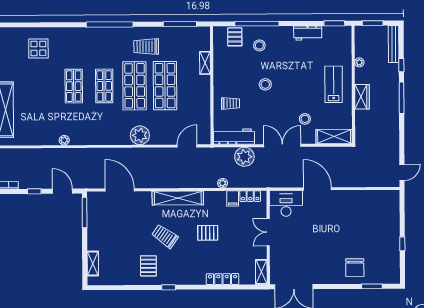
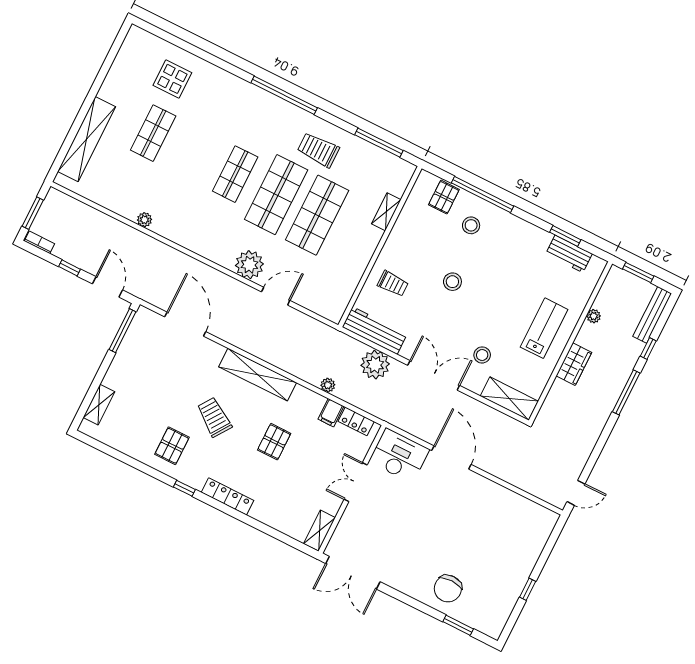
window: (334, 23) -> (565, 236), moved
workbench: (308, 33) -> (569, 254), moved
shop shelf: (74, 86) -> (153, 133), moved
door: (187, 146) -> (276, 296), moved
pallet: (208, 233) -> (274, 442), turned 90
locker: (223, 279) -> (227, 496), moved

